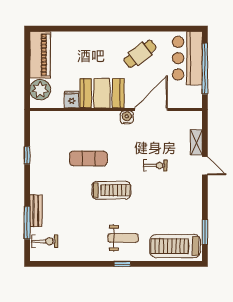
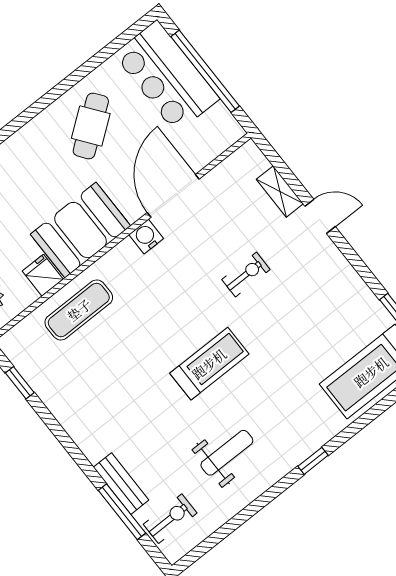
window: (27, 155) -> (20, 383), moved
exercise mat: (88, 158) -> (79, 310), moved
weight bench: (123, 238) -> (227, 453), moved

